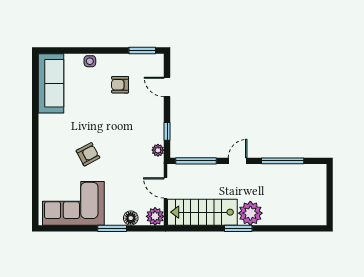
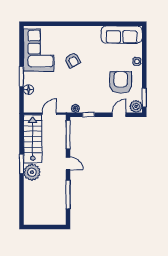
armchair: (120, 85) -> (121, 82), width x1.88, depth x1.88
plant: (155, 216) -> (136, 106), moved

